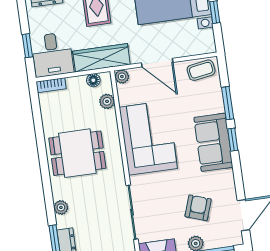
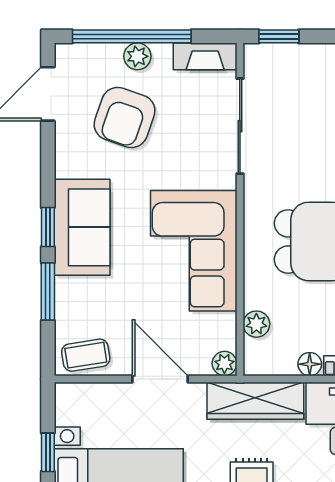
floor lamp: (93, 80) -> (310, 364), moved
armchair: (198, 208) -> (125, 117), width x1.38, depth x1.38

